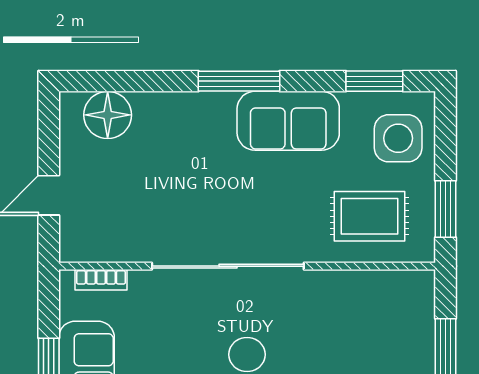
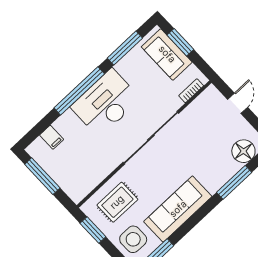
window: (239, 81) -> (234, 182), moved
sofa: (288, 121) -> (178, 209), width x1.36

